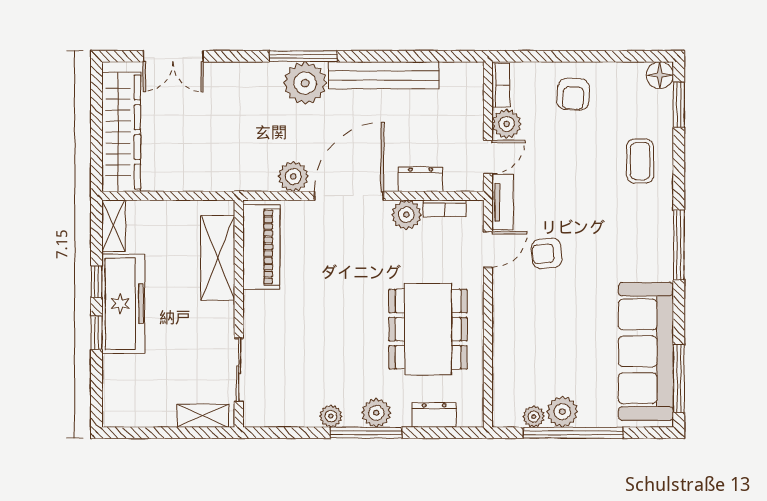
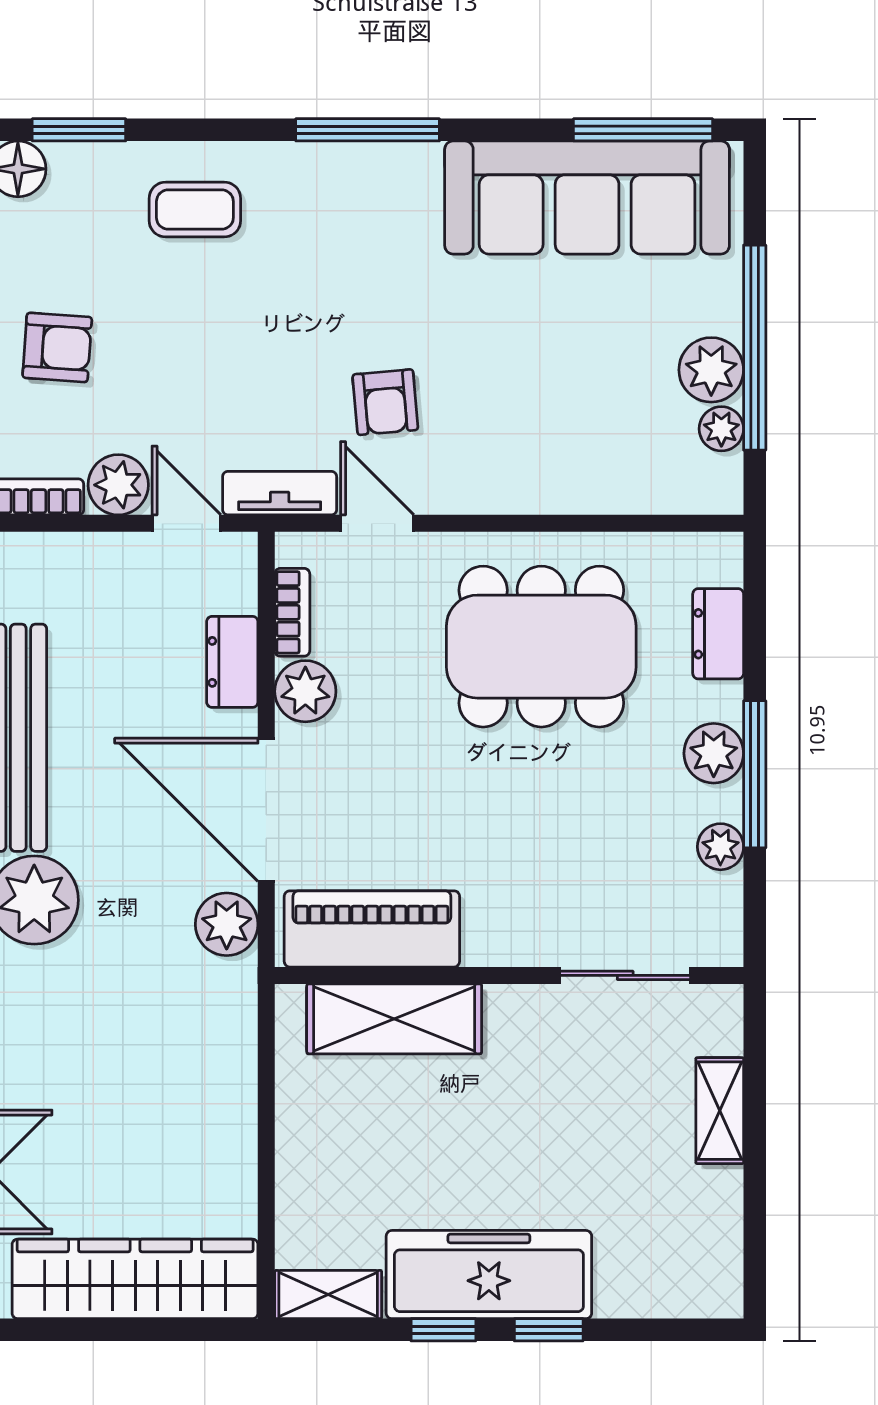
piano: (261, 247) -> (372, 929), moved
shelving: (218, 258) -> (394, 1019), moved
wall: (239, 314) -> (509, 975), moved
sliding door: (239, 370) -> (625, 975), moved

